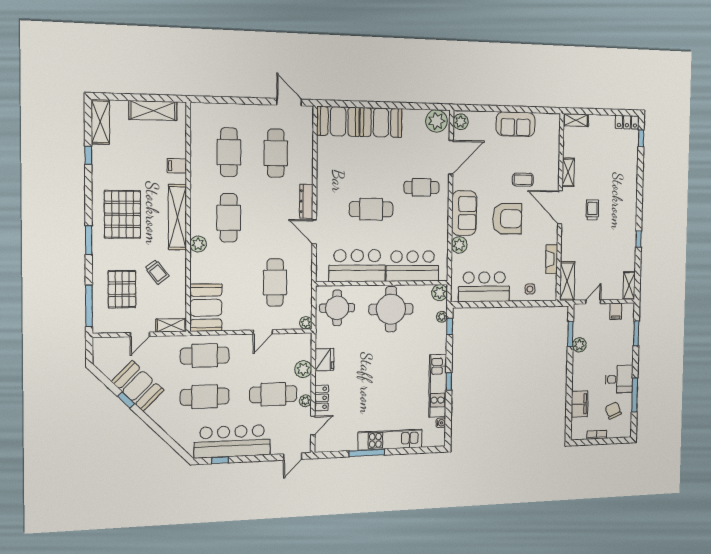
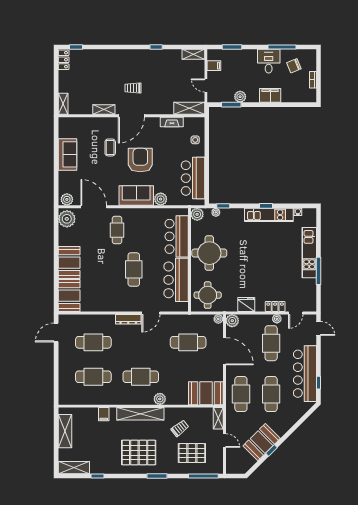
door: (263, 332) -> (225, 351), width x1.88
plant: (303, 369) -> (232, 321), moved
filing cabinet: (579, 404) -> (270, 95), moved
door: (313, 425) -> (296, 313), swing flipped

